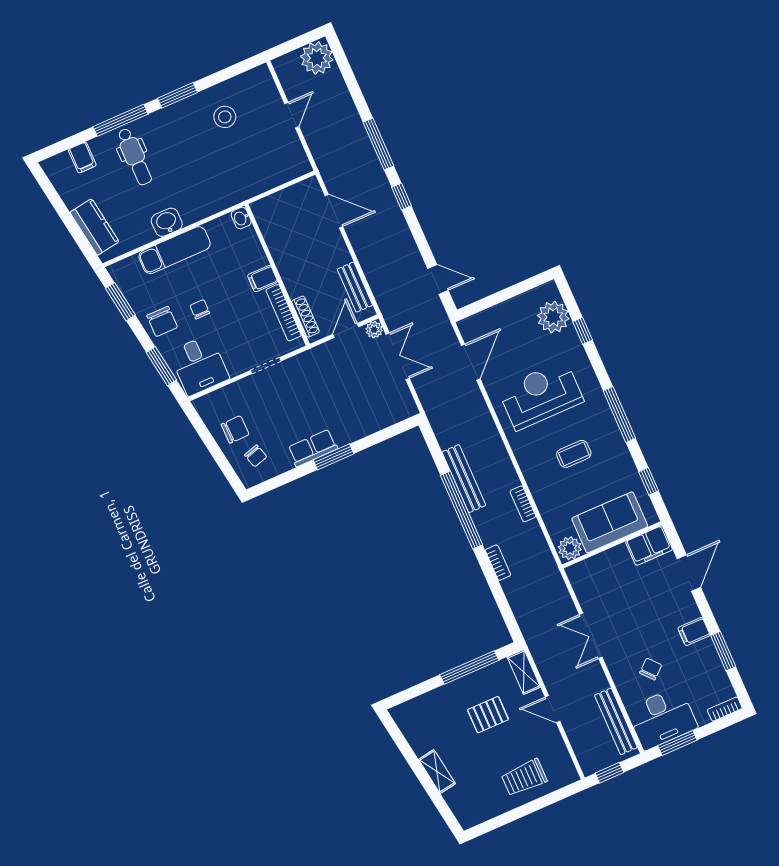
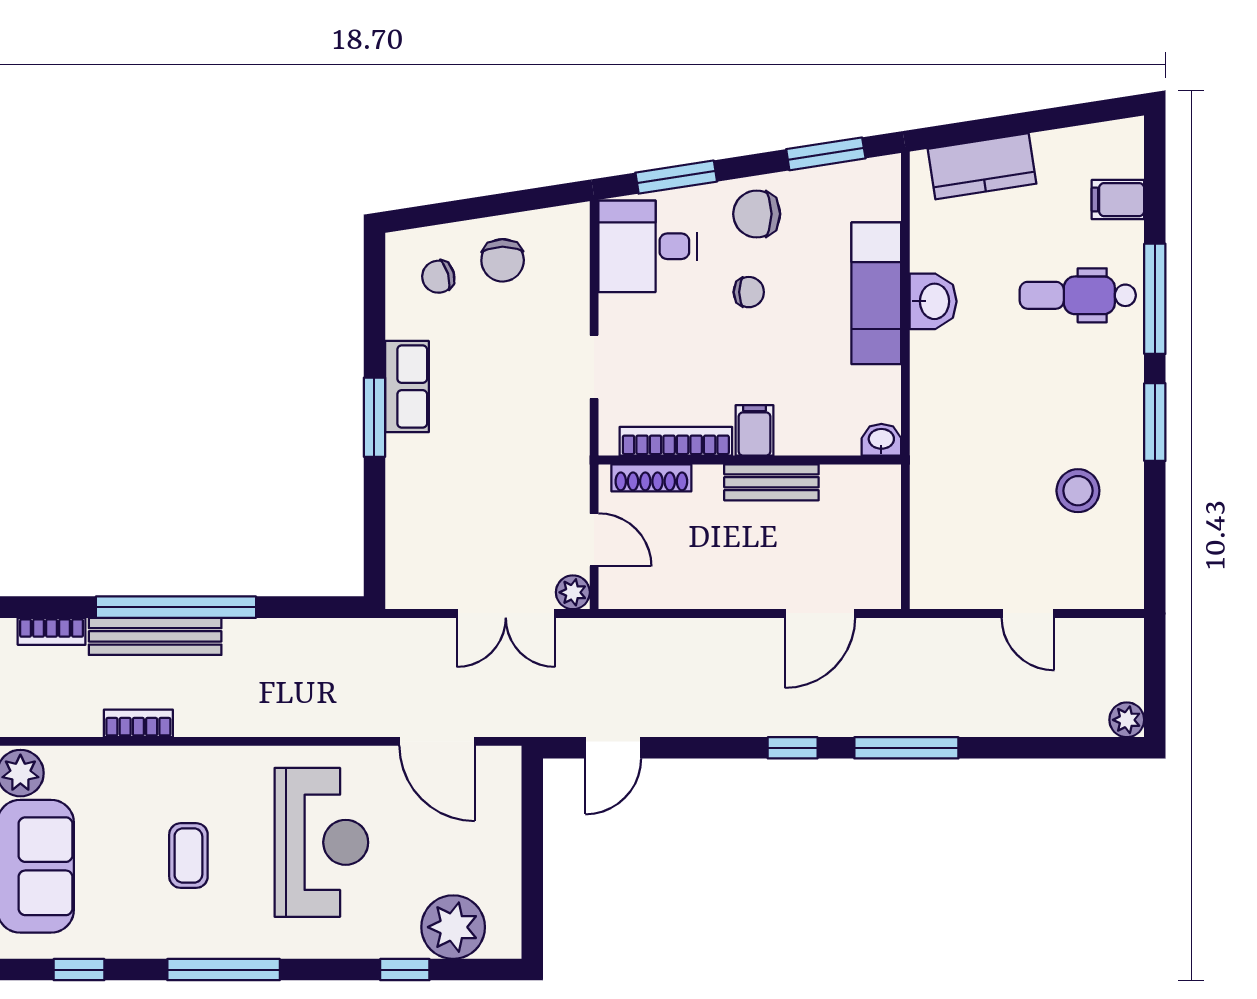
plant: (317, 58) -> (1127, 720), width x0.53, depth x0.53
bench: (355, 287) -> (771, 482), moved
bench: (464, 479) -> (155, 636), moved

